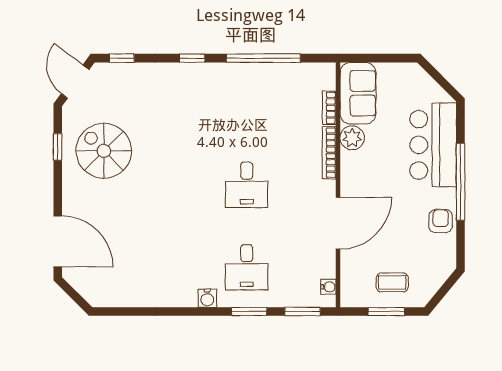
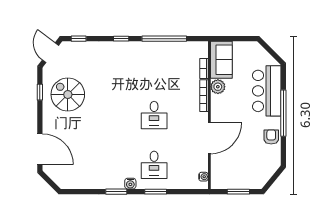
coffee table: (392, 282) -> (242, 174), removed
window: (303, 312) -> (116, 192), moved

